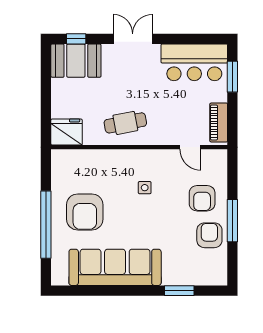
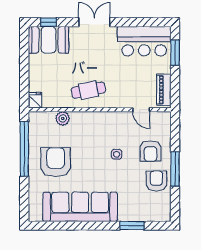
fridge: (67, 132) -> (35, 100), width x0.53, depth x0.75
plant: (93, 158) -> (63, 118), added
side table: (145, 188) -> (117, 154), moved
armchair: (85, 212) -> (56, 162), turned 180
window: (46, 225) -> (24, 149), moved

